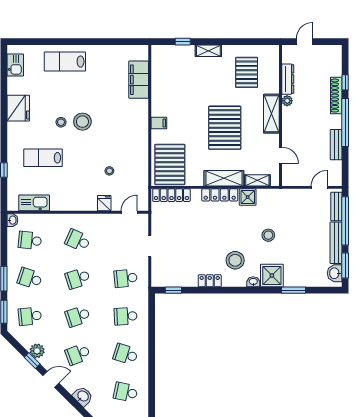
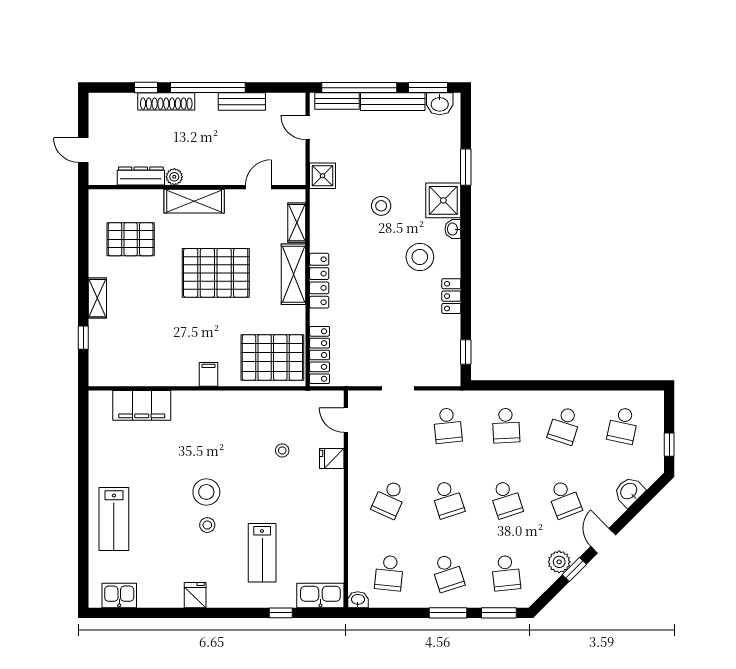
fridge: (18, 108) -> (195, 595), width x0.53, depth x0.75
shower: (248, 197) -> (323, 176), moved
kitchen sink: (34, 203) -> (320, 596), moved, turned 90
school desk: (30, 278) -> (448, 573), turned -36

